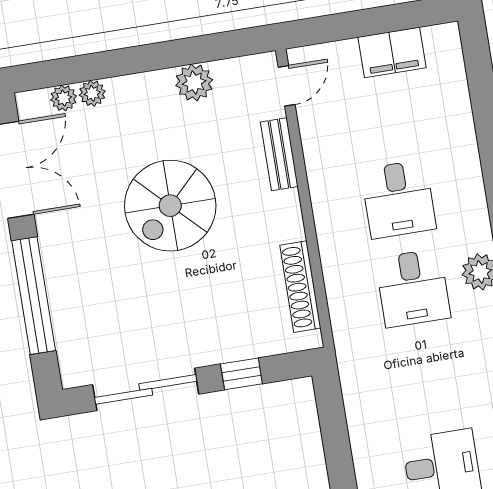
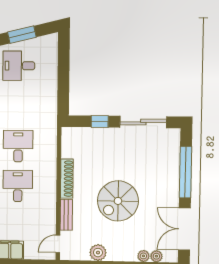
spiral stairs: (170, 206) -> (118, 201), turned 180
shoe rack: (300, 287) -> (67, 179), moved

